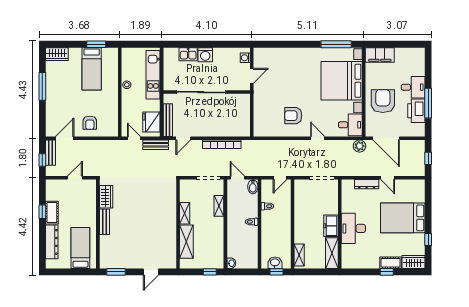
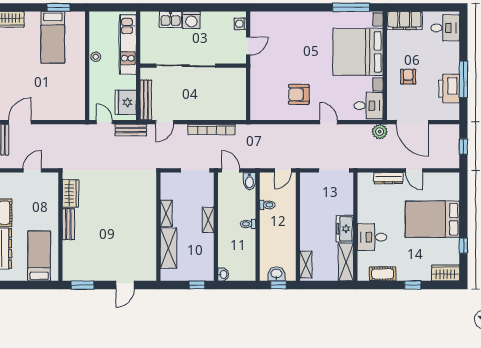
desk: (413, 87) -> (445, 28), moved
armchair: (383, 101) -> (408, 77), width x0.53, depth x0.53
armchair: (90, 123) -> (51, 103), removed
shelving: (219, 206) -> (208, 220), moved
desk: (353, 228) -> (372, 237), width x0.73
cot: (390, 263) -> (383, 274), moved

